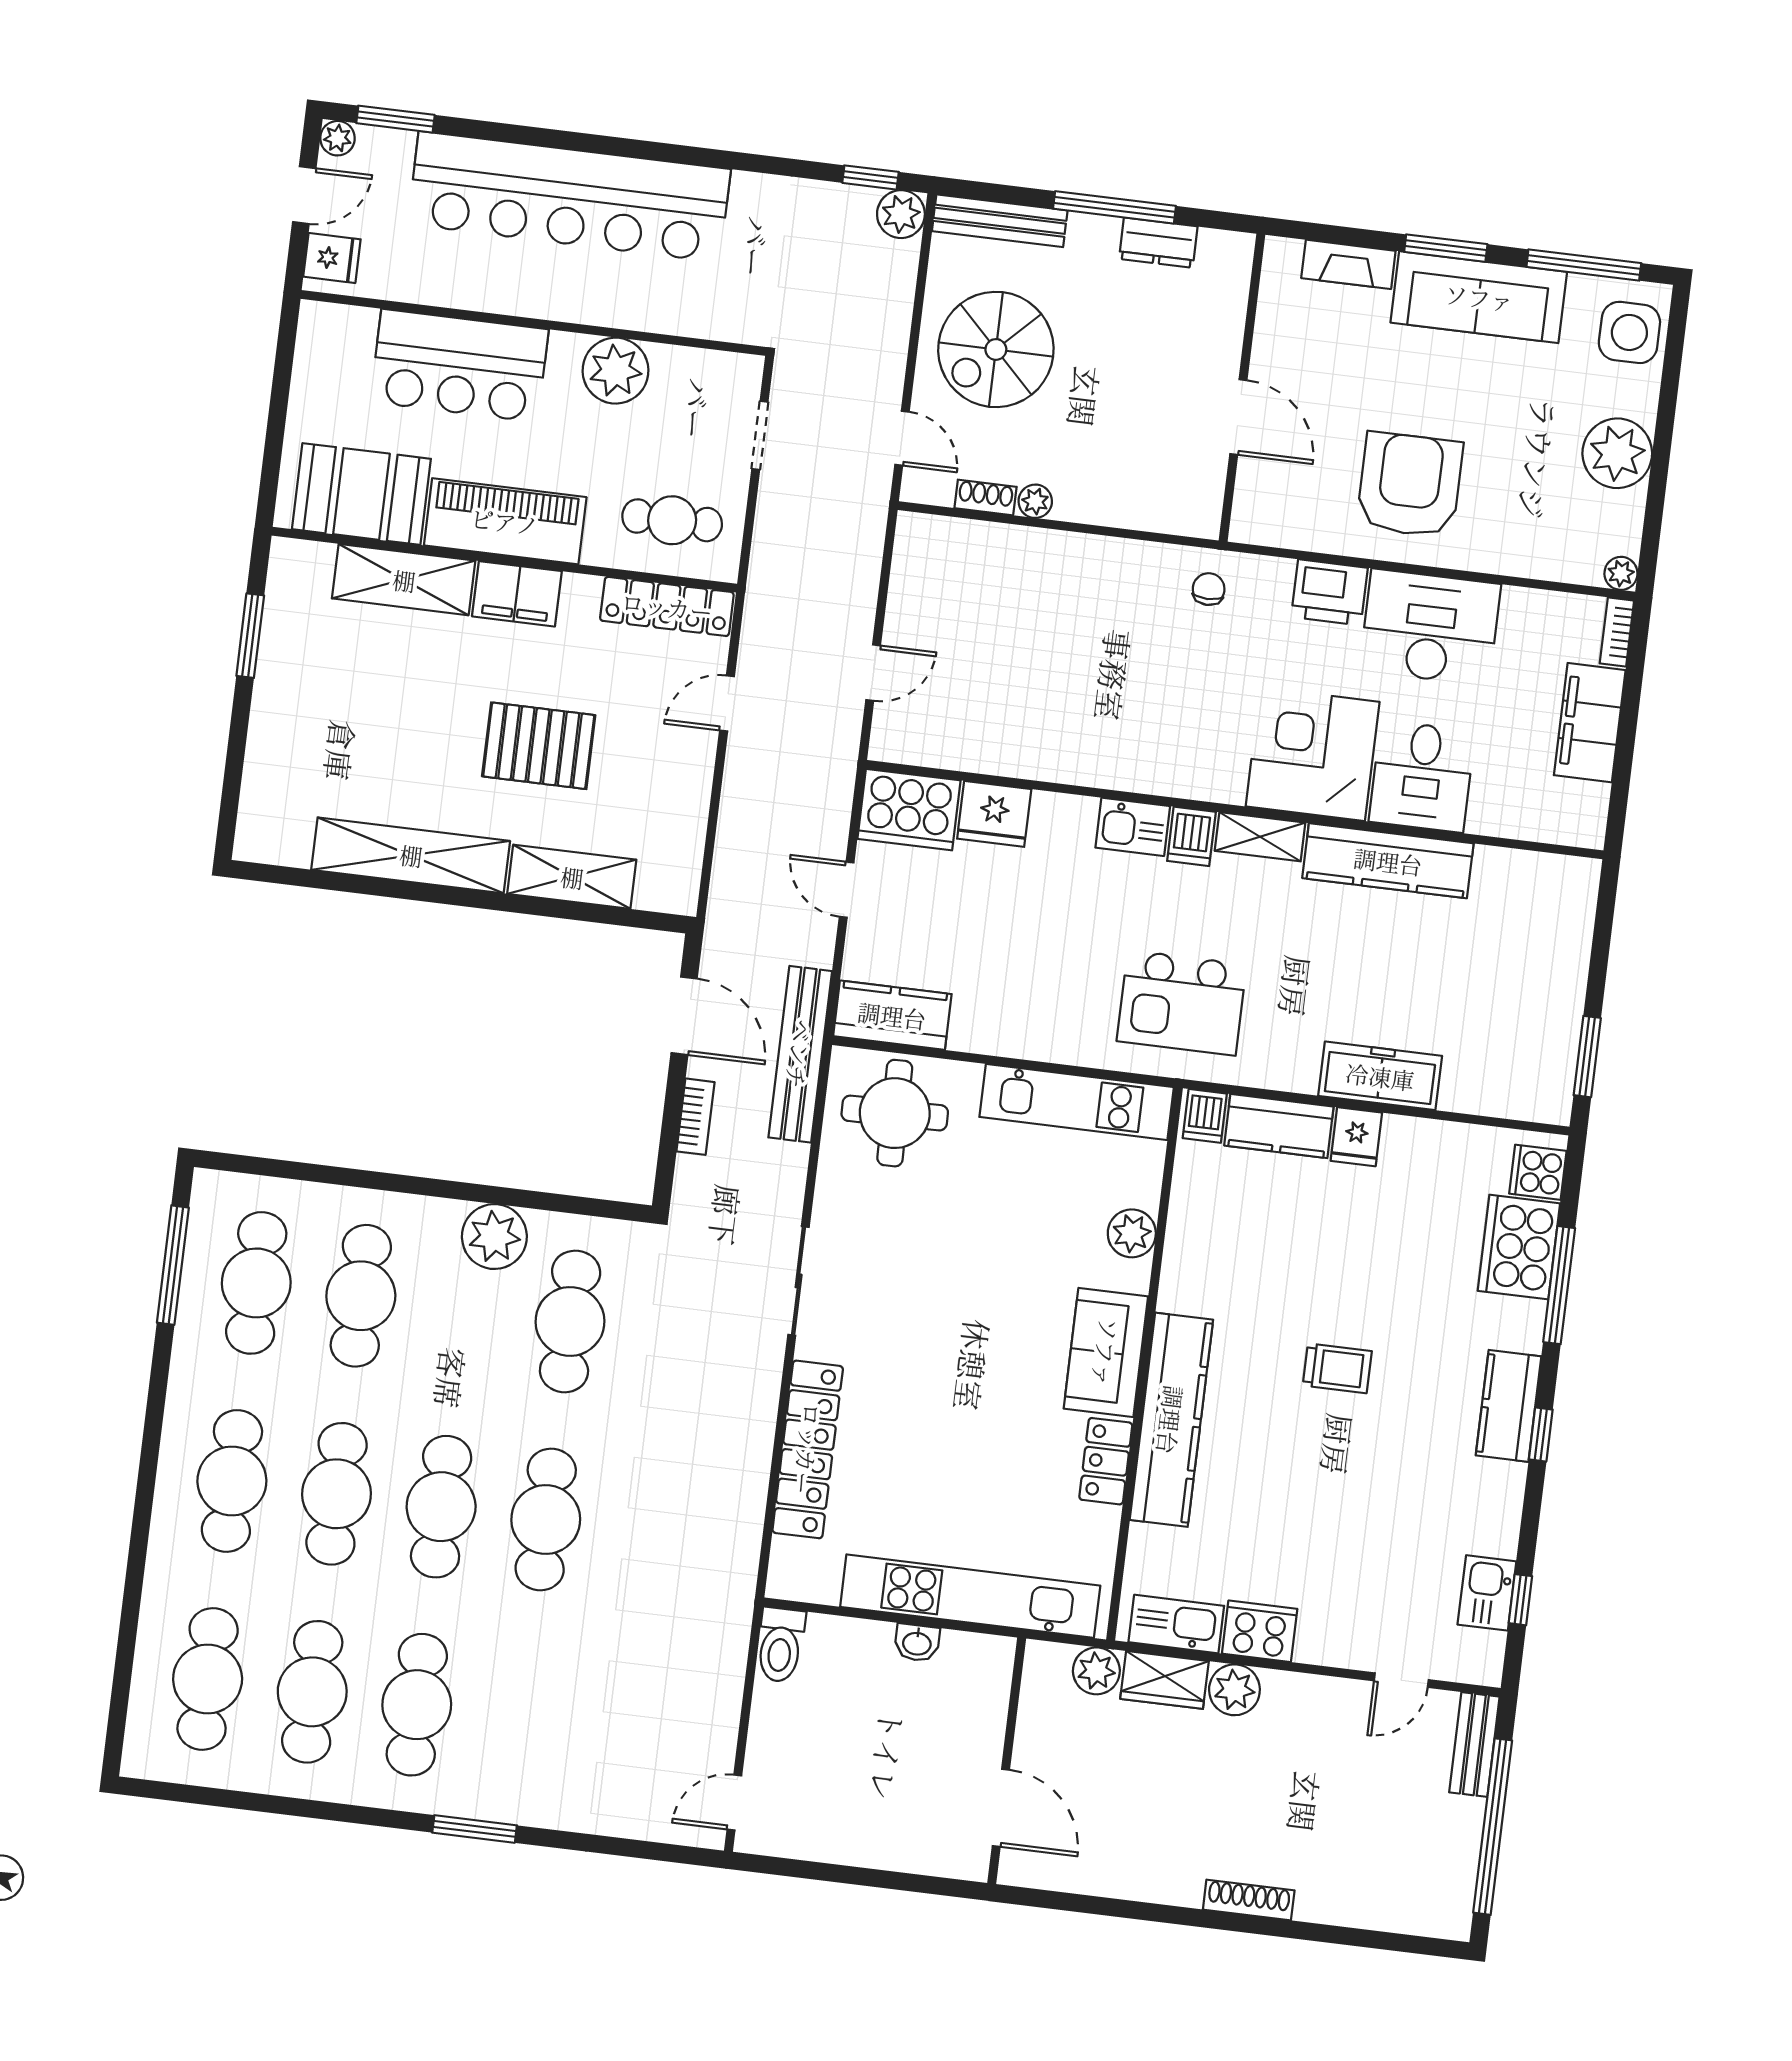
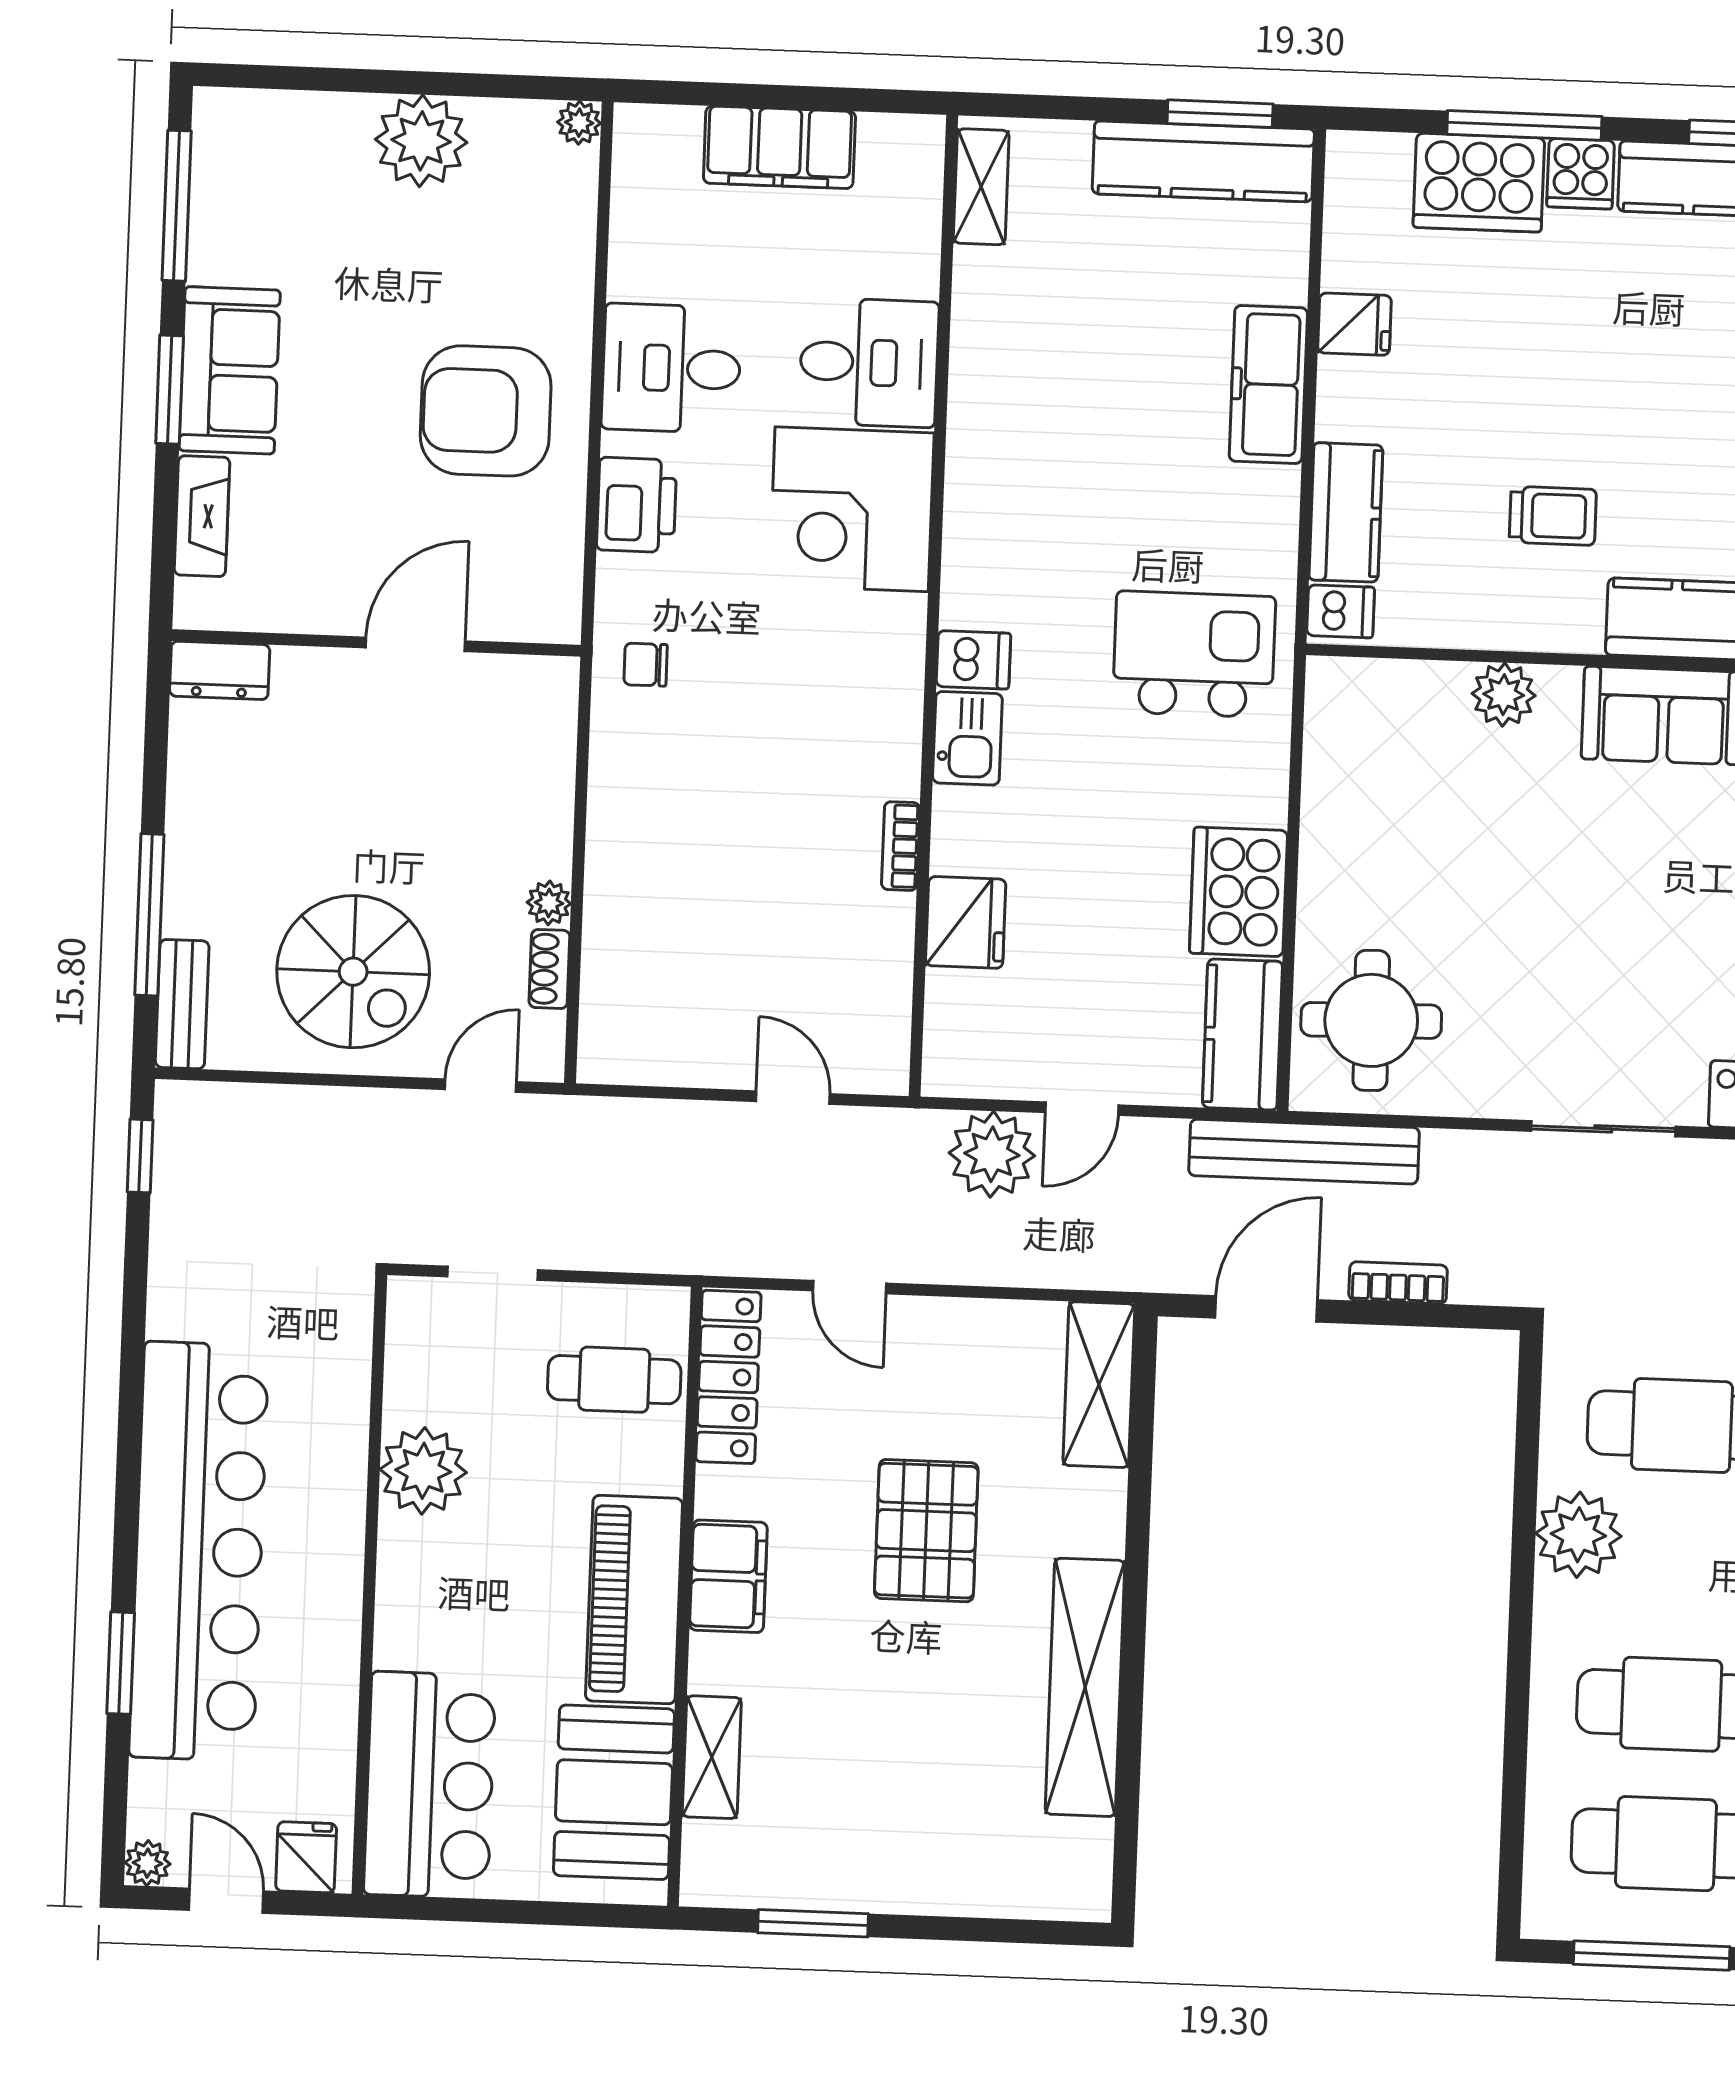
window: (395, 119) -> (121, 1663), moved
window: (1114, 207) -> (149, 915), moved
plant: (901, 214) -> (992, 1154), moved, width x1.36, depth x1.36
bench: (1000, 221) -> (182, 1004), width x0.73
dresser: (1158, 243) -> (220, 670), moved, turned 90
sofa: (1479, 297) -> (230, 370), width x0.73
side table: (1629, 332) -> (261, 138), removed
bar counter: (459, 366) -> (430, 1785), moved
cafe table: (672, 520) -> (614, 1380), turned 90
shelving: (404, 580) -> (712, 1757), width x0.67, depth x0.75
desk: (1430, 627) -> (671, 368), width x0.73
bookcase: (1617, 632) -> (901, 846), moved, turned 90
cooker: (909, 810) -> (1238, 892), moved, turned 180
shelving: (1260, 837) -> (981, 187), moved
kitchen counter: (1388, 861) -> (1203, 161), moved, turned 90
shelving: (572, 877) -> (1099, 1385), moved
kitchen island: (1182, 1003) -> (1194, 654), turned -90
kitchen unit: (1077, 1102) -> (1336, 782), removed
fridge: (1356, 1137) -> (1355, 324), moved
cooker: (1538, 1172) -> (1581, 174), moved
trolley: (1337, 1368) -> (1553, 516), moved, turned 90

